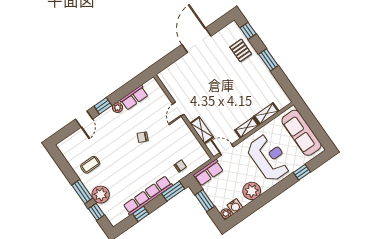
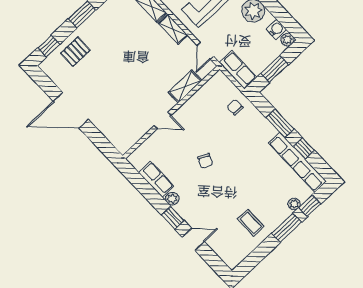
window: (173, 191) -> (280, 123), moved
plant: (101, 195) -> (294, 204), width x0.53, depth x0.53
row of seats: (148, 196) -> (297, 162), moved

